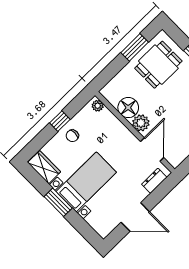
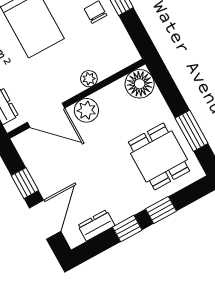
plant: (98, 106) -> (89, 79), moved
floor lamp: (128, 108) -> (140, 84), moved

